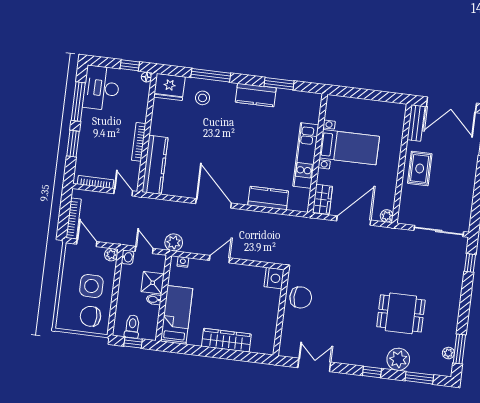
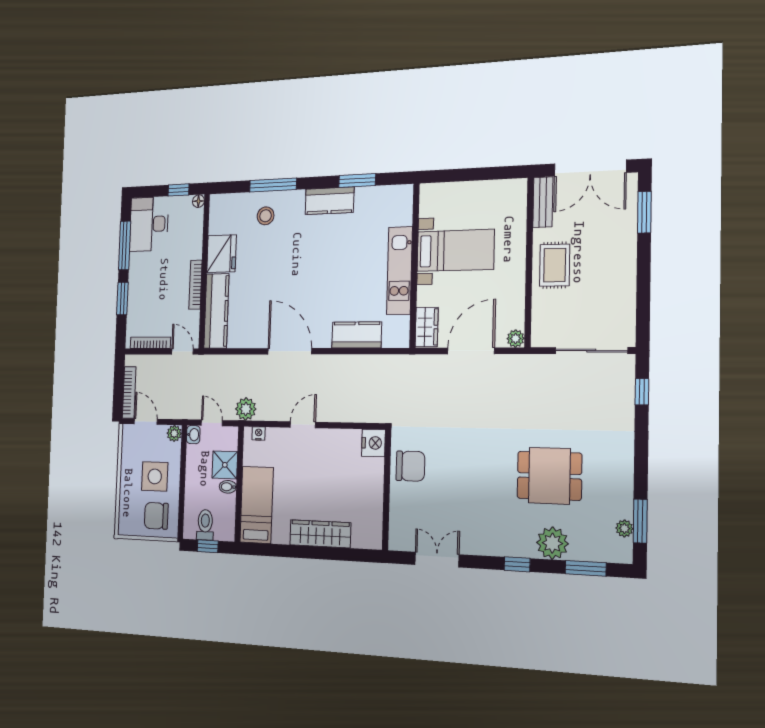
fridge: (169, 87) -> (221, 254), moved, turned -90

